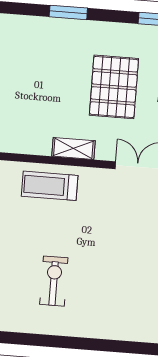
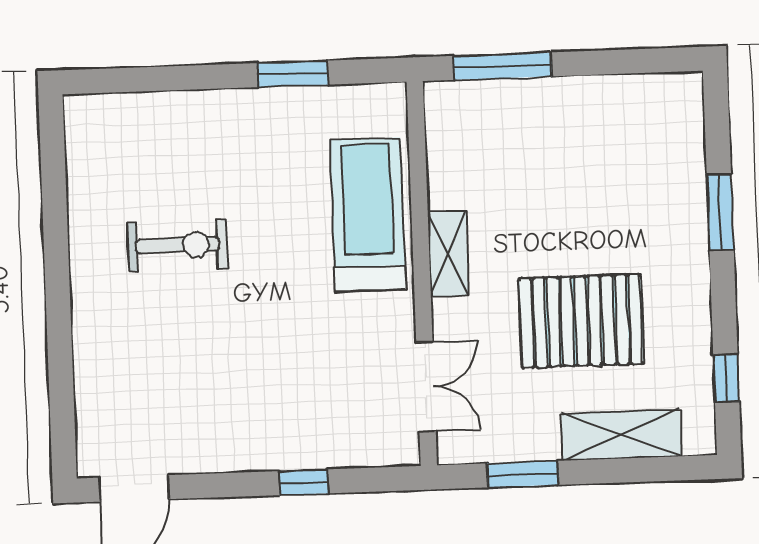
treadmill: (50, 186) -> (368, 215), width x1.37, depth x1.38

